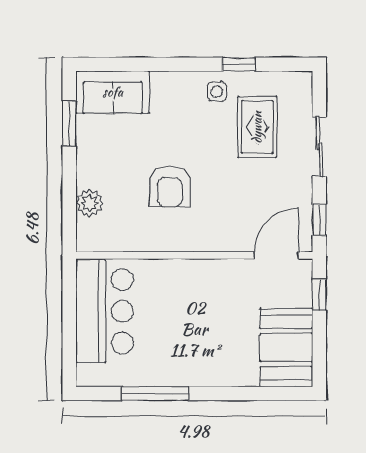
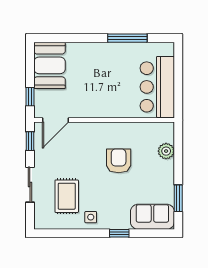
window: (239, 64) -> (119, 233), moved

